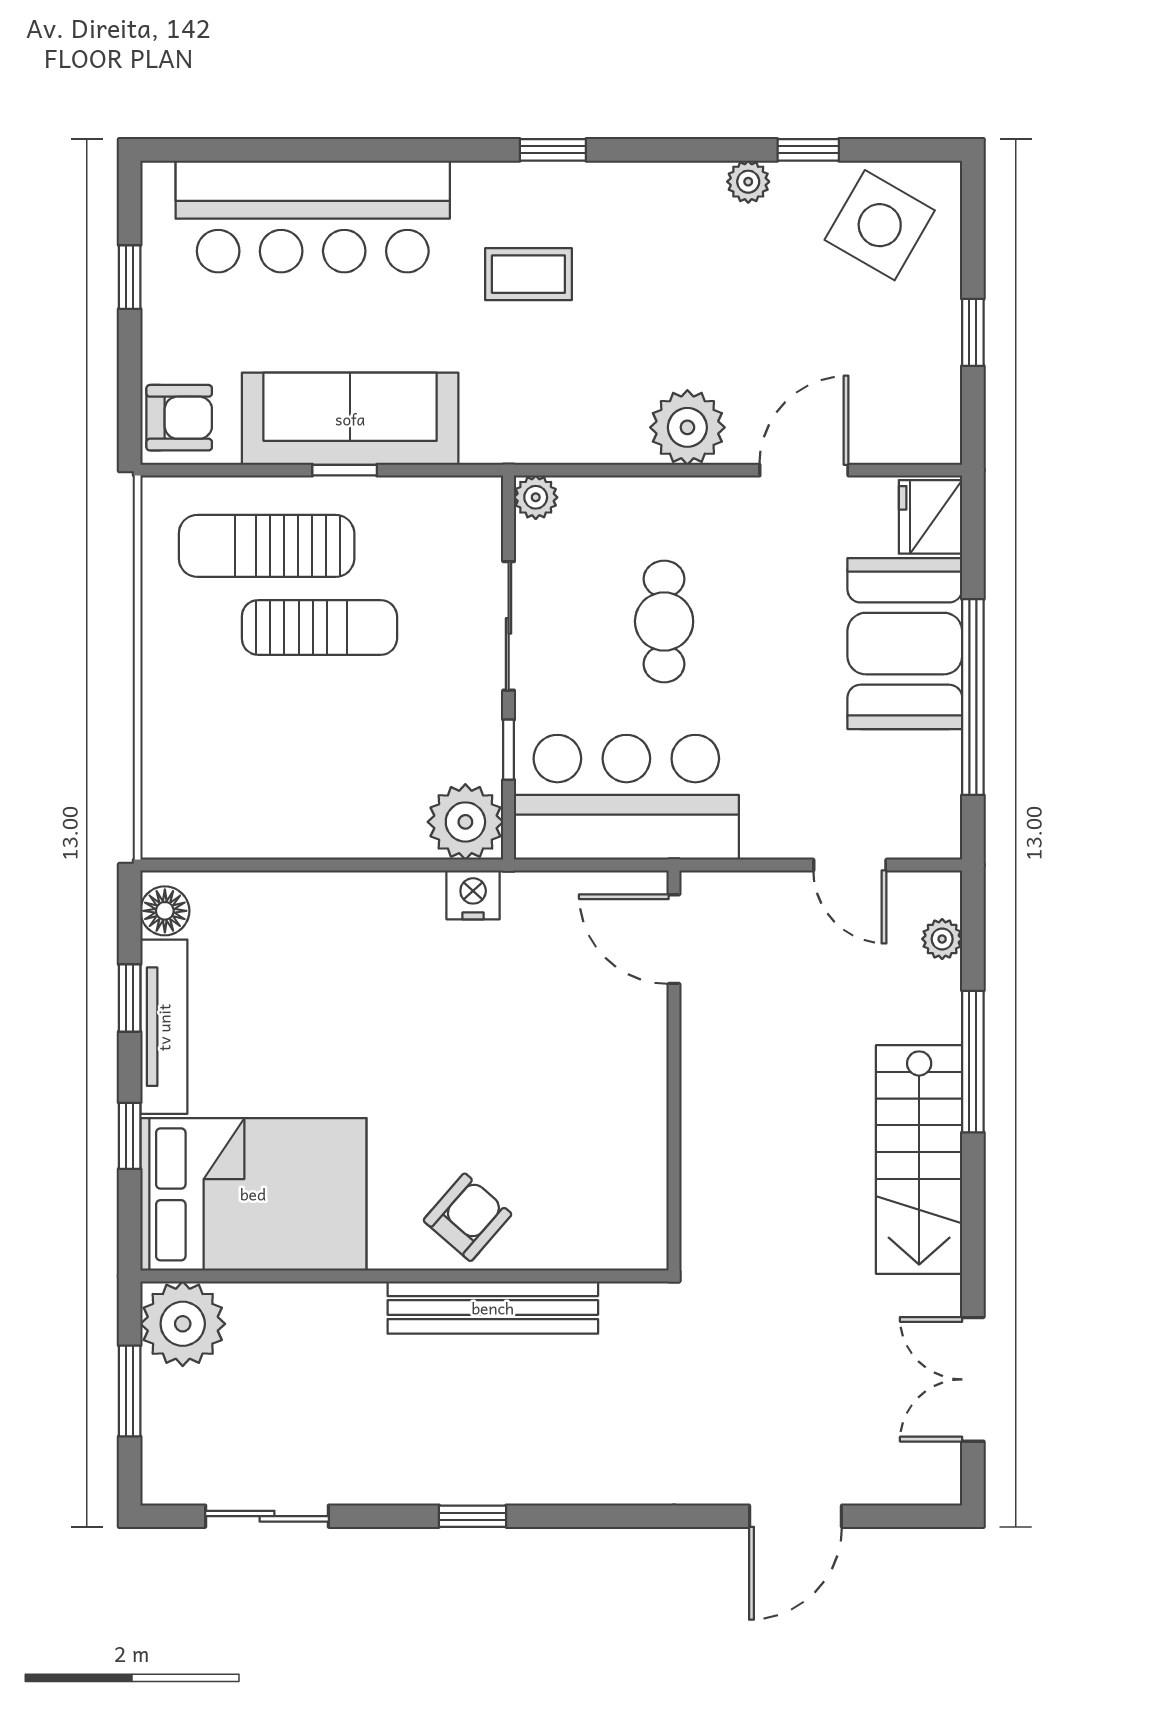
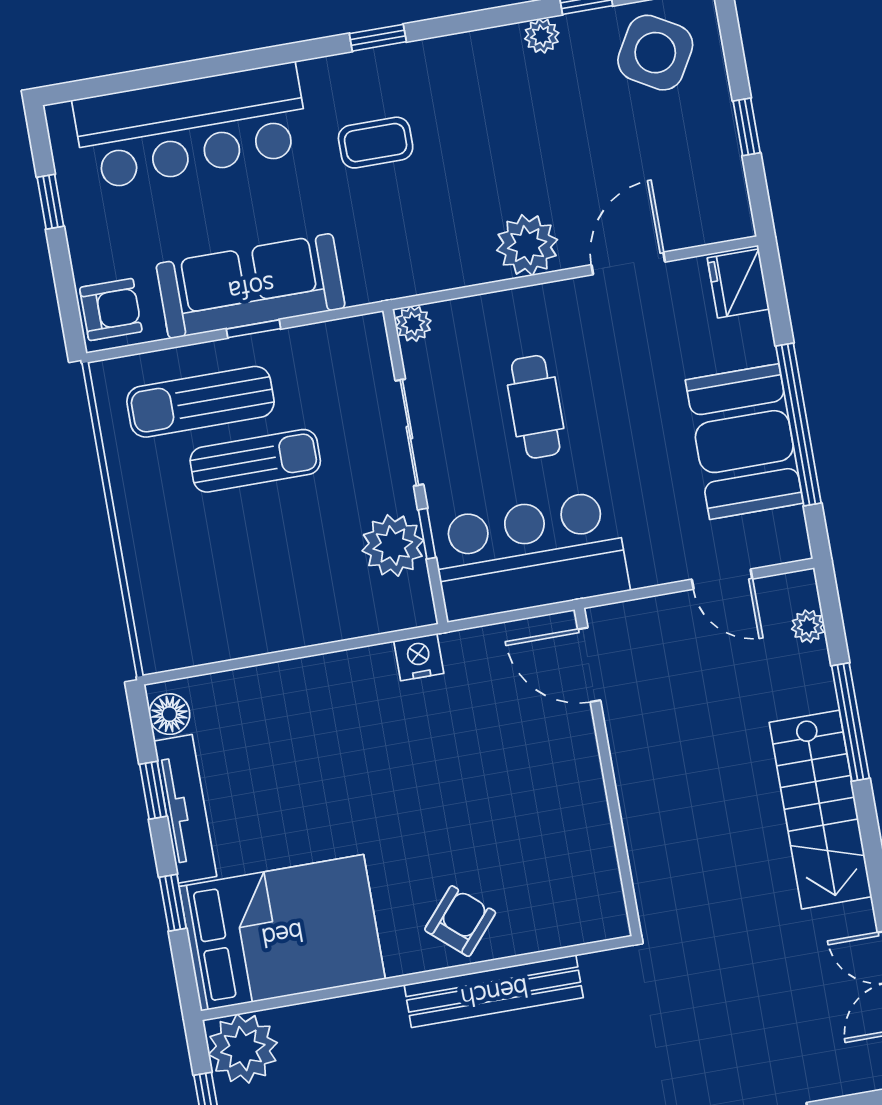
booth: (905, 644) -> (744, 442), moved
plant: (465, 822) -> (393, 545), moved

